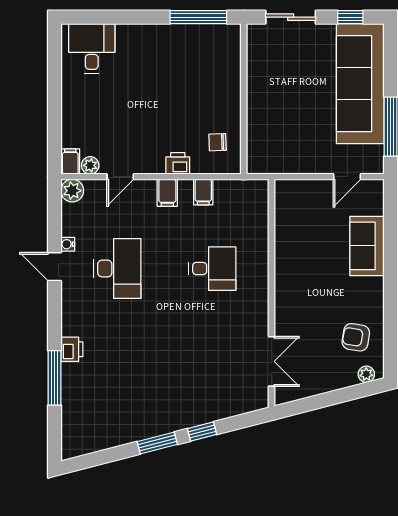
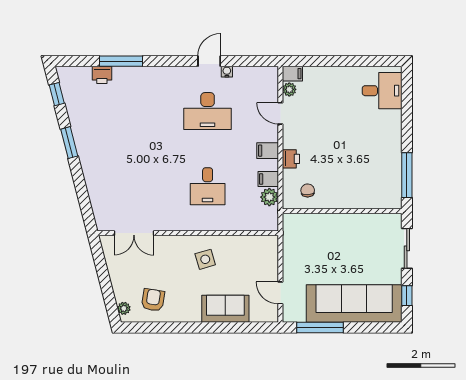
plant: (72, 191) -> (269, 197), moved
side table: (304, 271) -> (205, 259), added
printer: (72, 349) -> (102, 75), moved
window: (202, 432) -> (57, 94), moved

